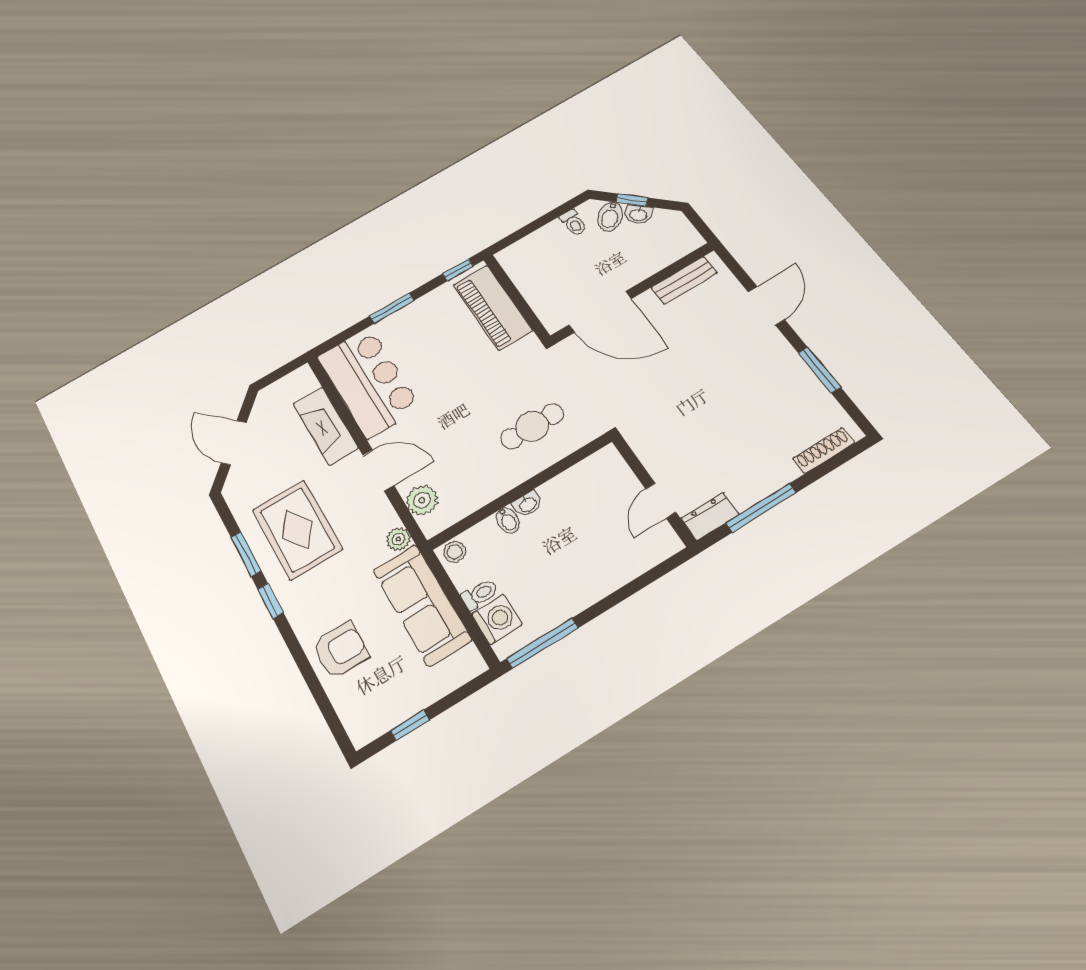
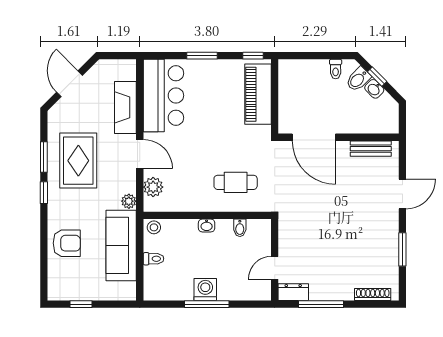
bidet: (508, 520) -> (240, 228), moved
washing machine: (497, 619) -> (205, 290), moved, turned -90
window: (542, 643) -> (207, 304), moved

